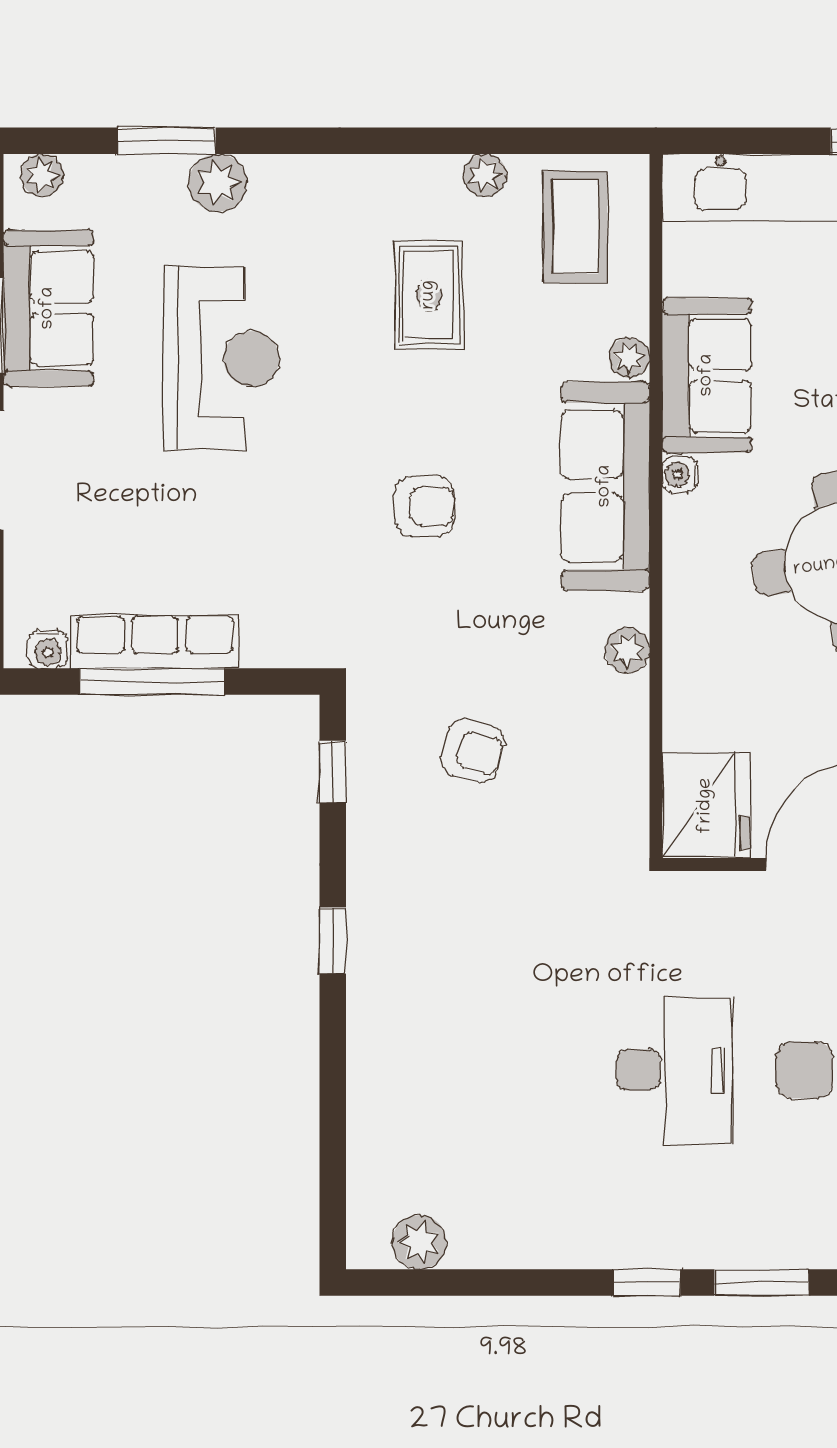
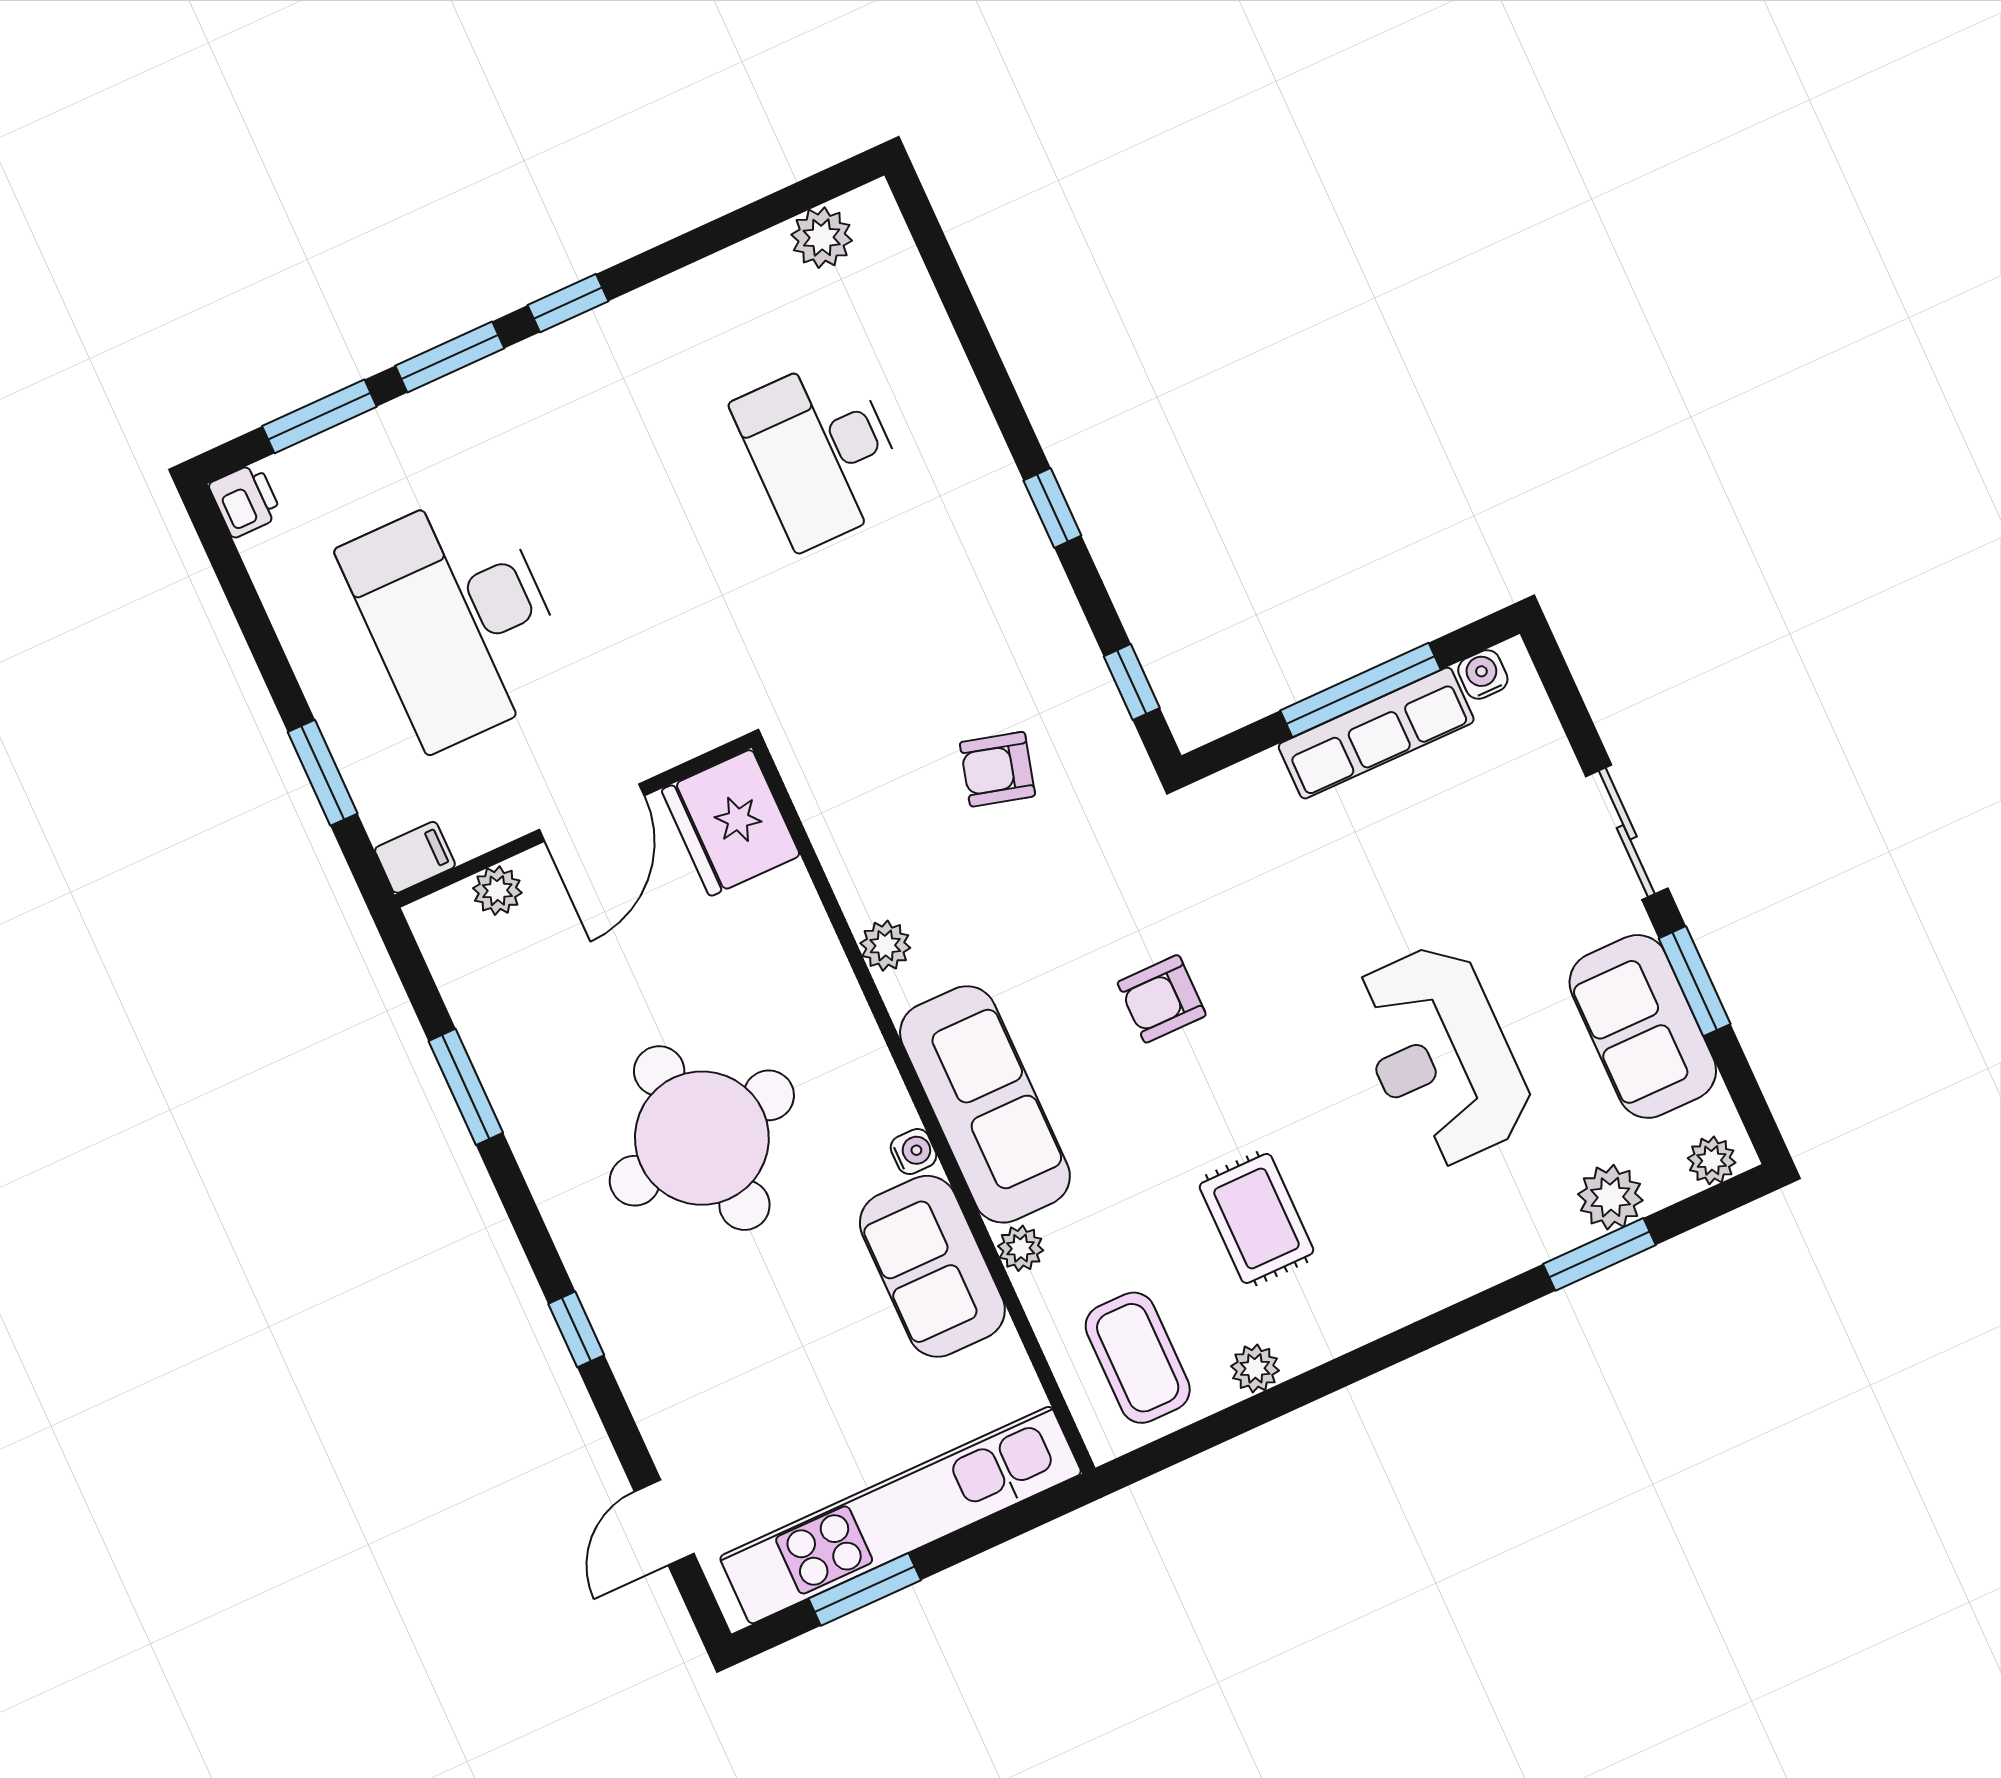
plant: (218, 183) -> (1610, 1197), moved
desk: (674, 1070) -> (821, 452), moved

